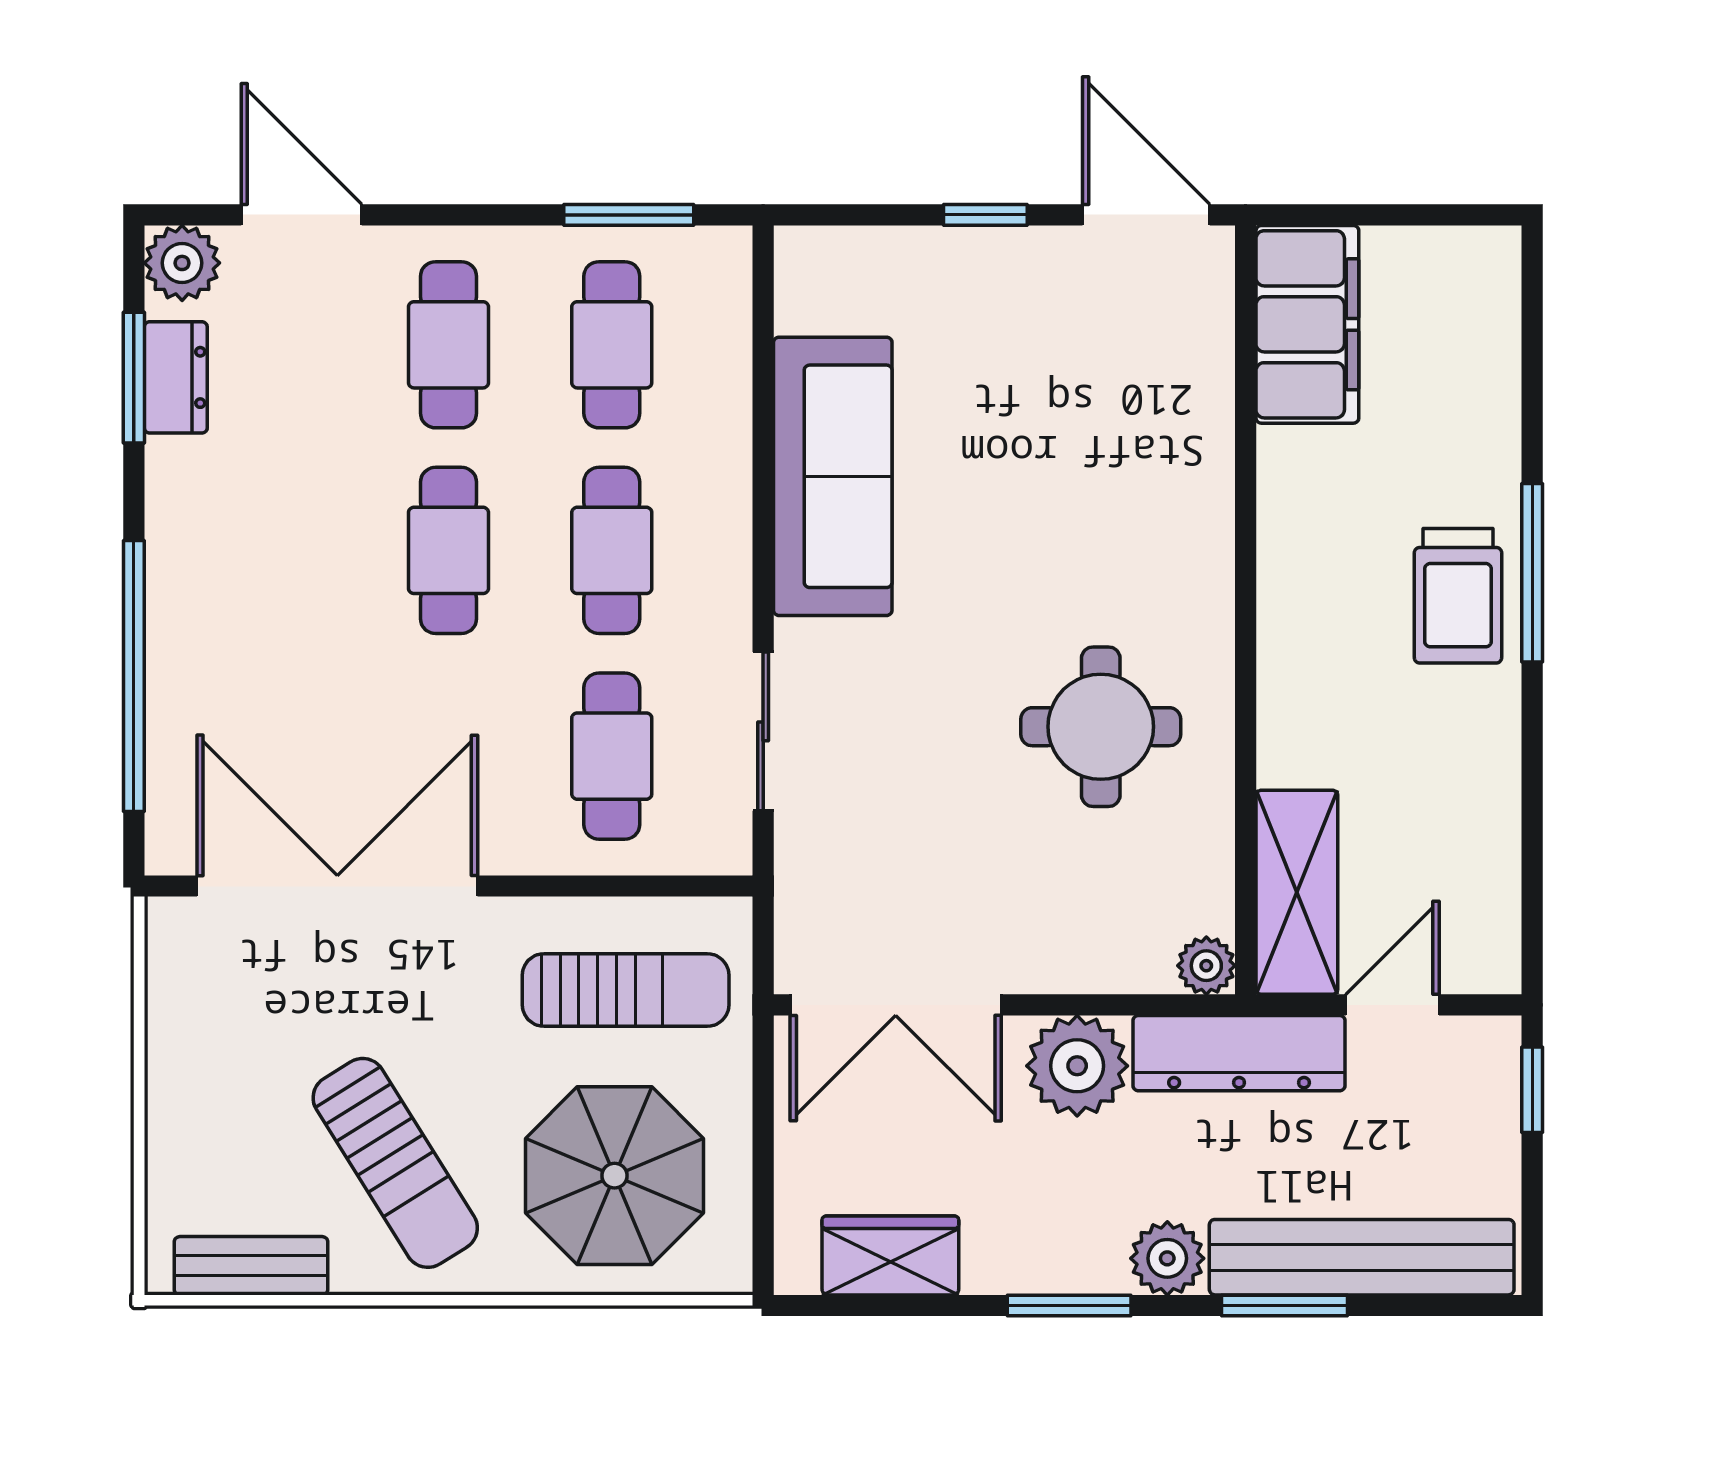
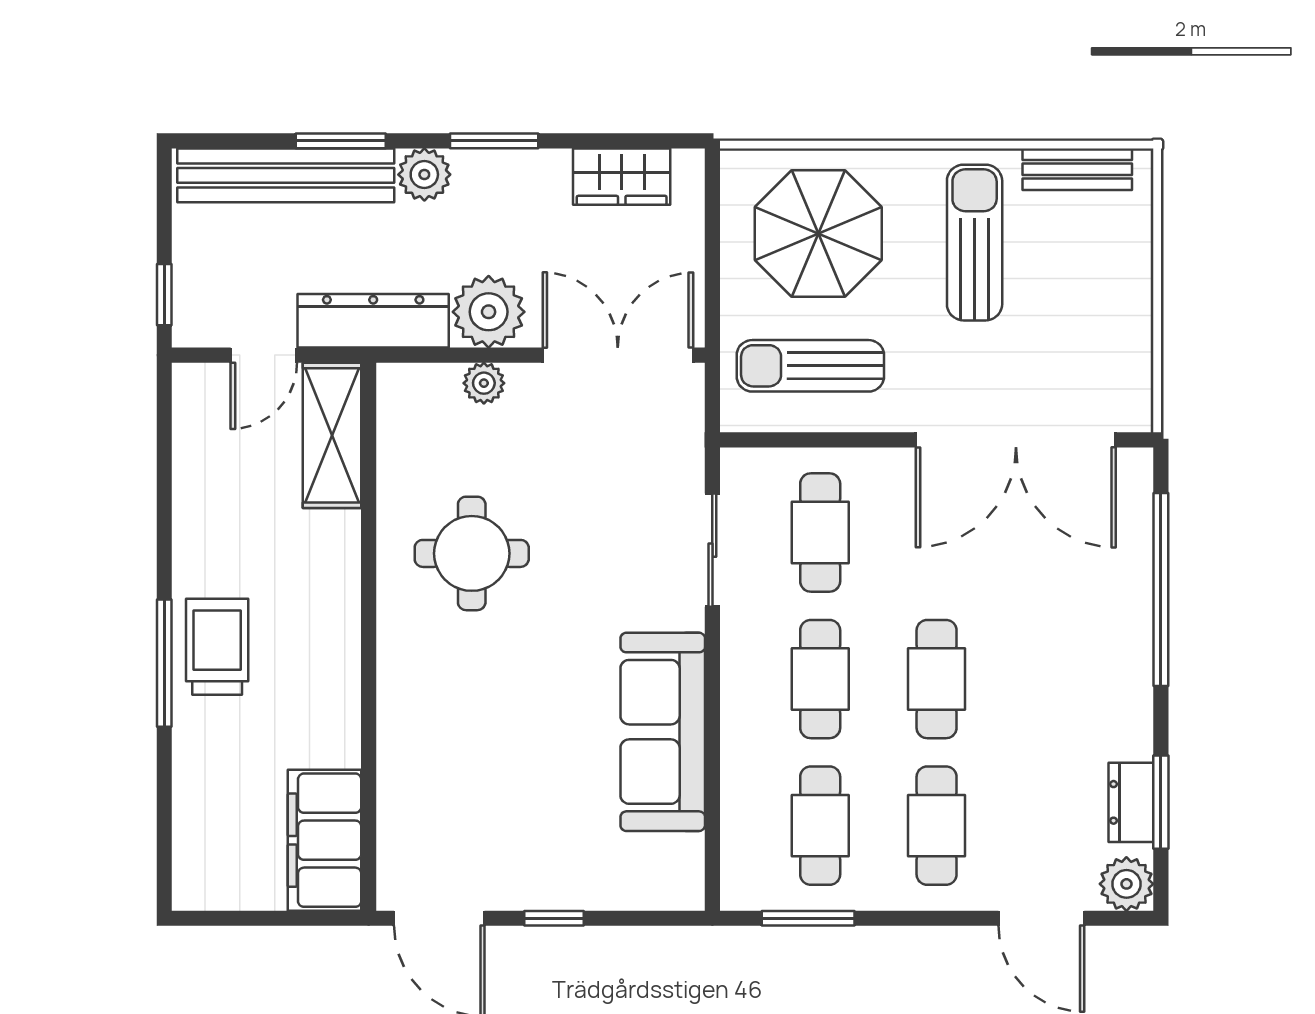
plant: (1206, 966) -> (484, 383), moved
sun lounger: (395, 1163) -> (975, 243), turned 32

